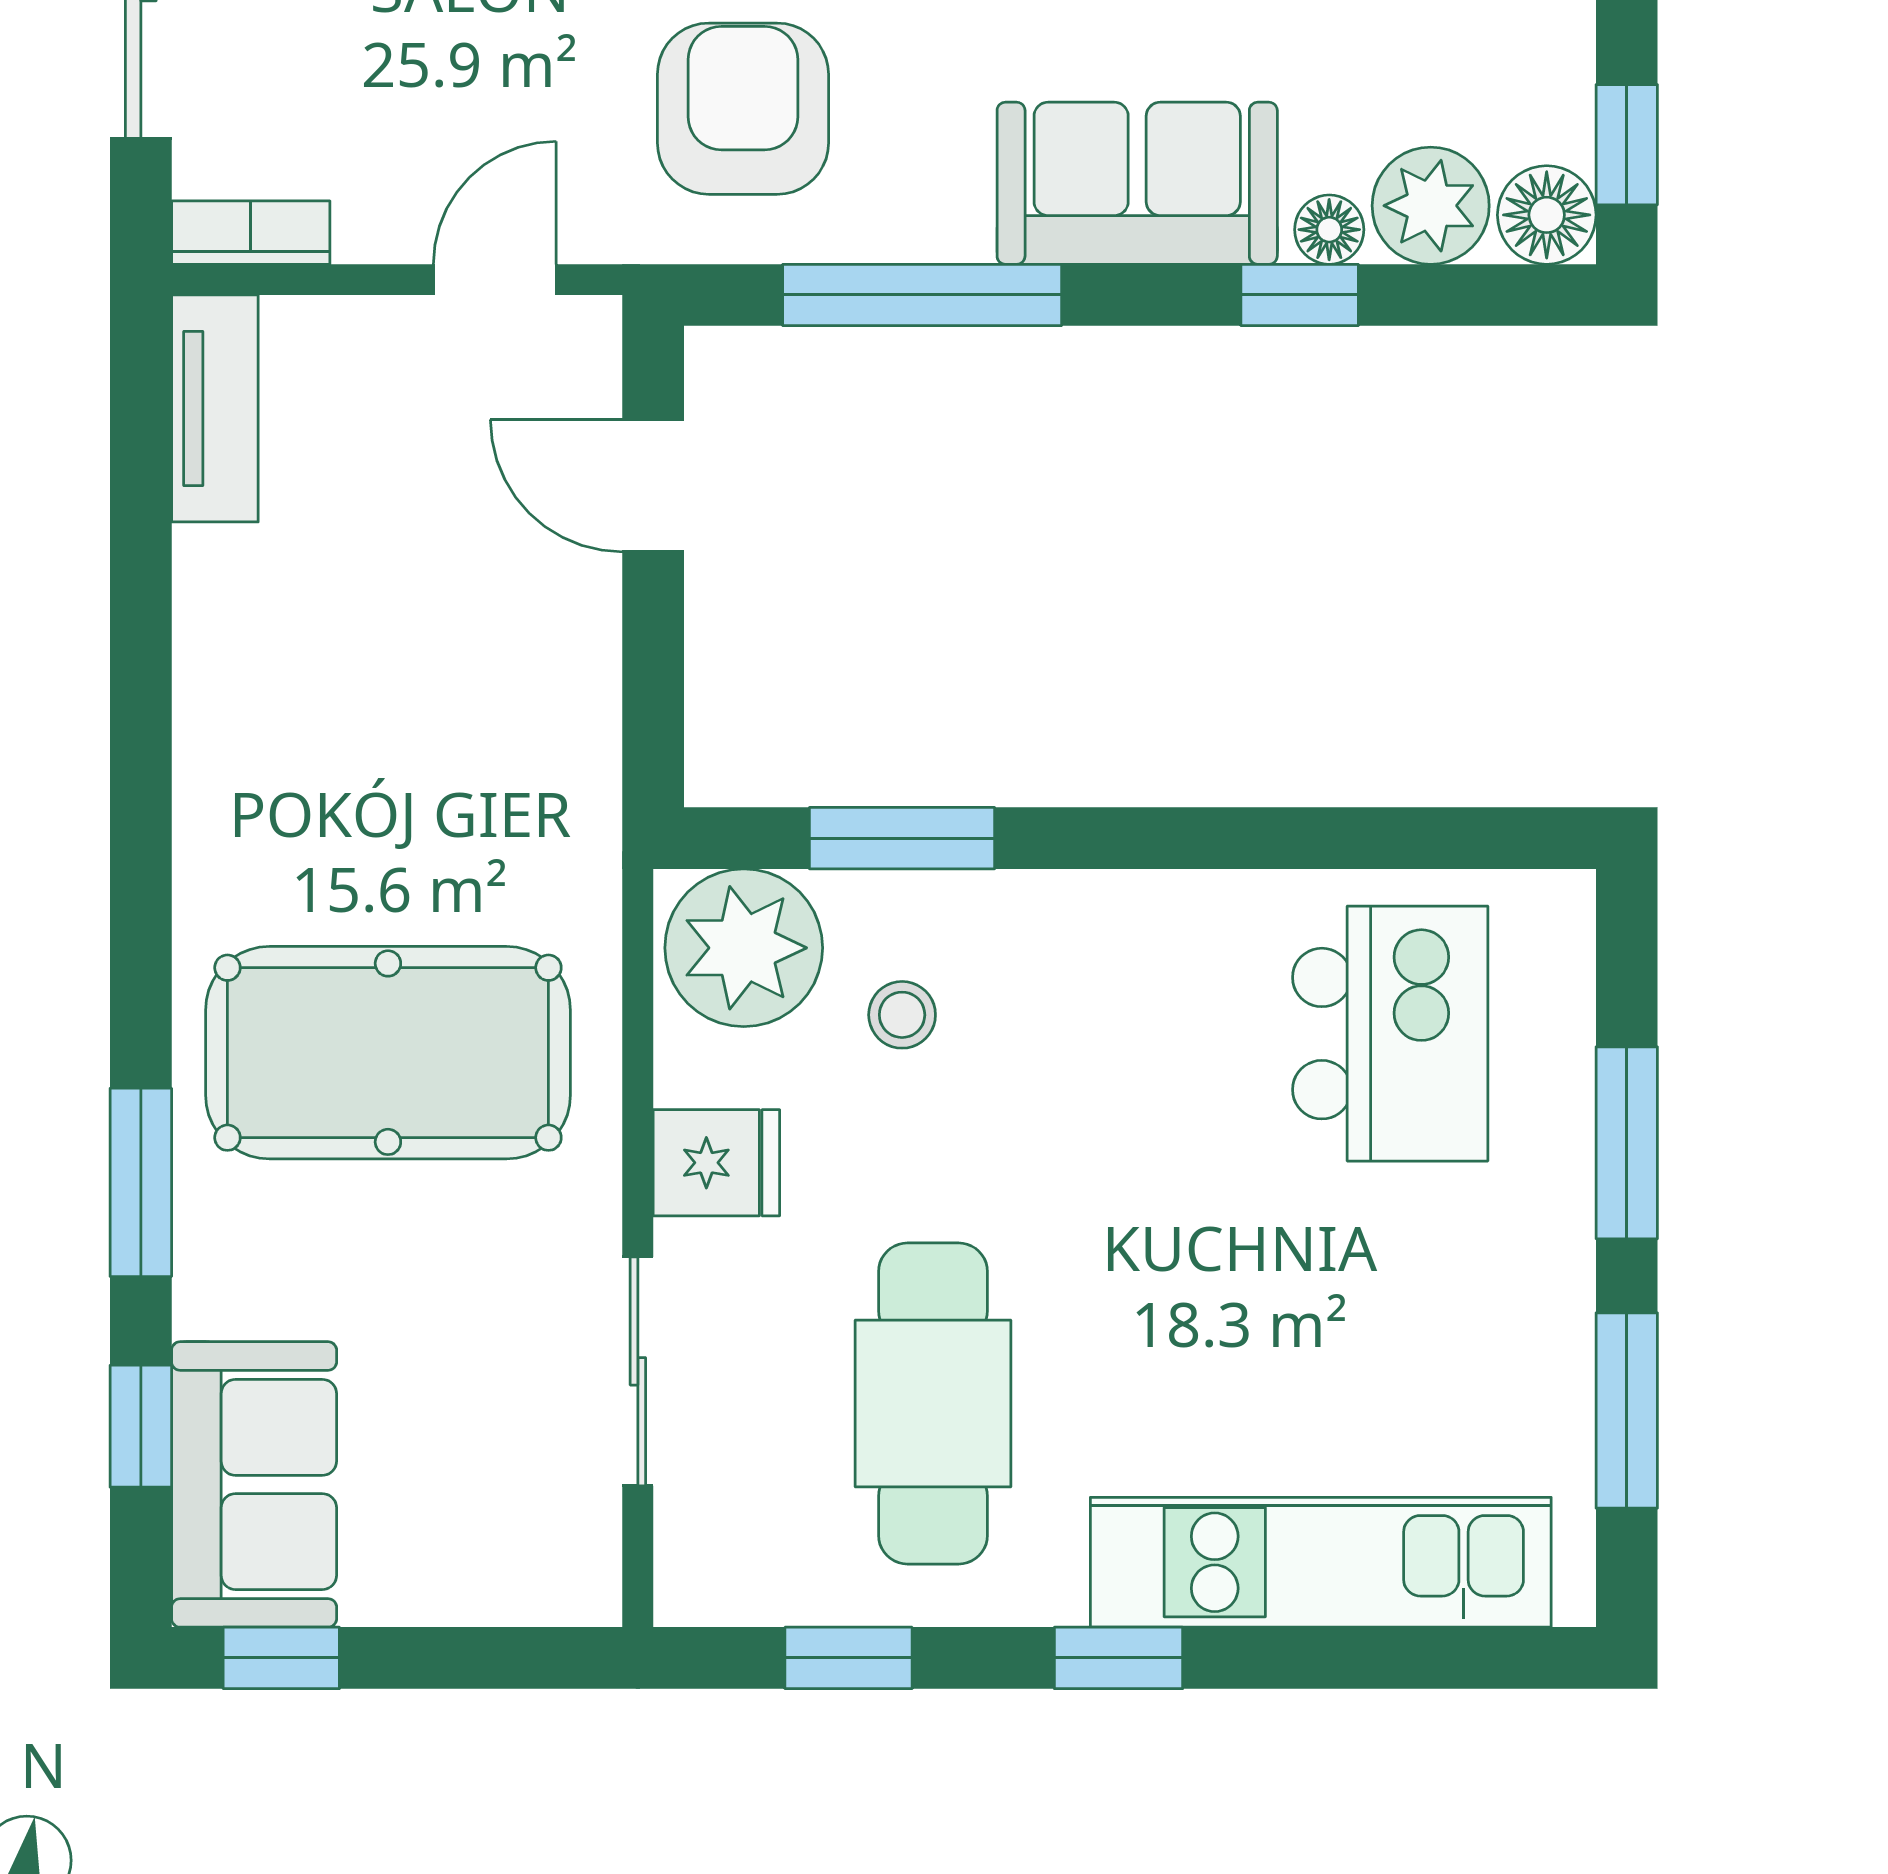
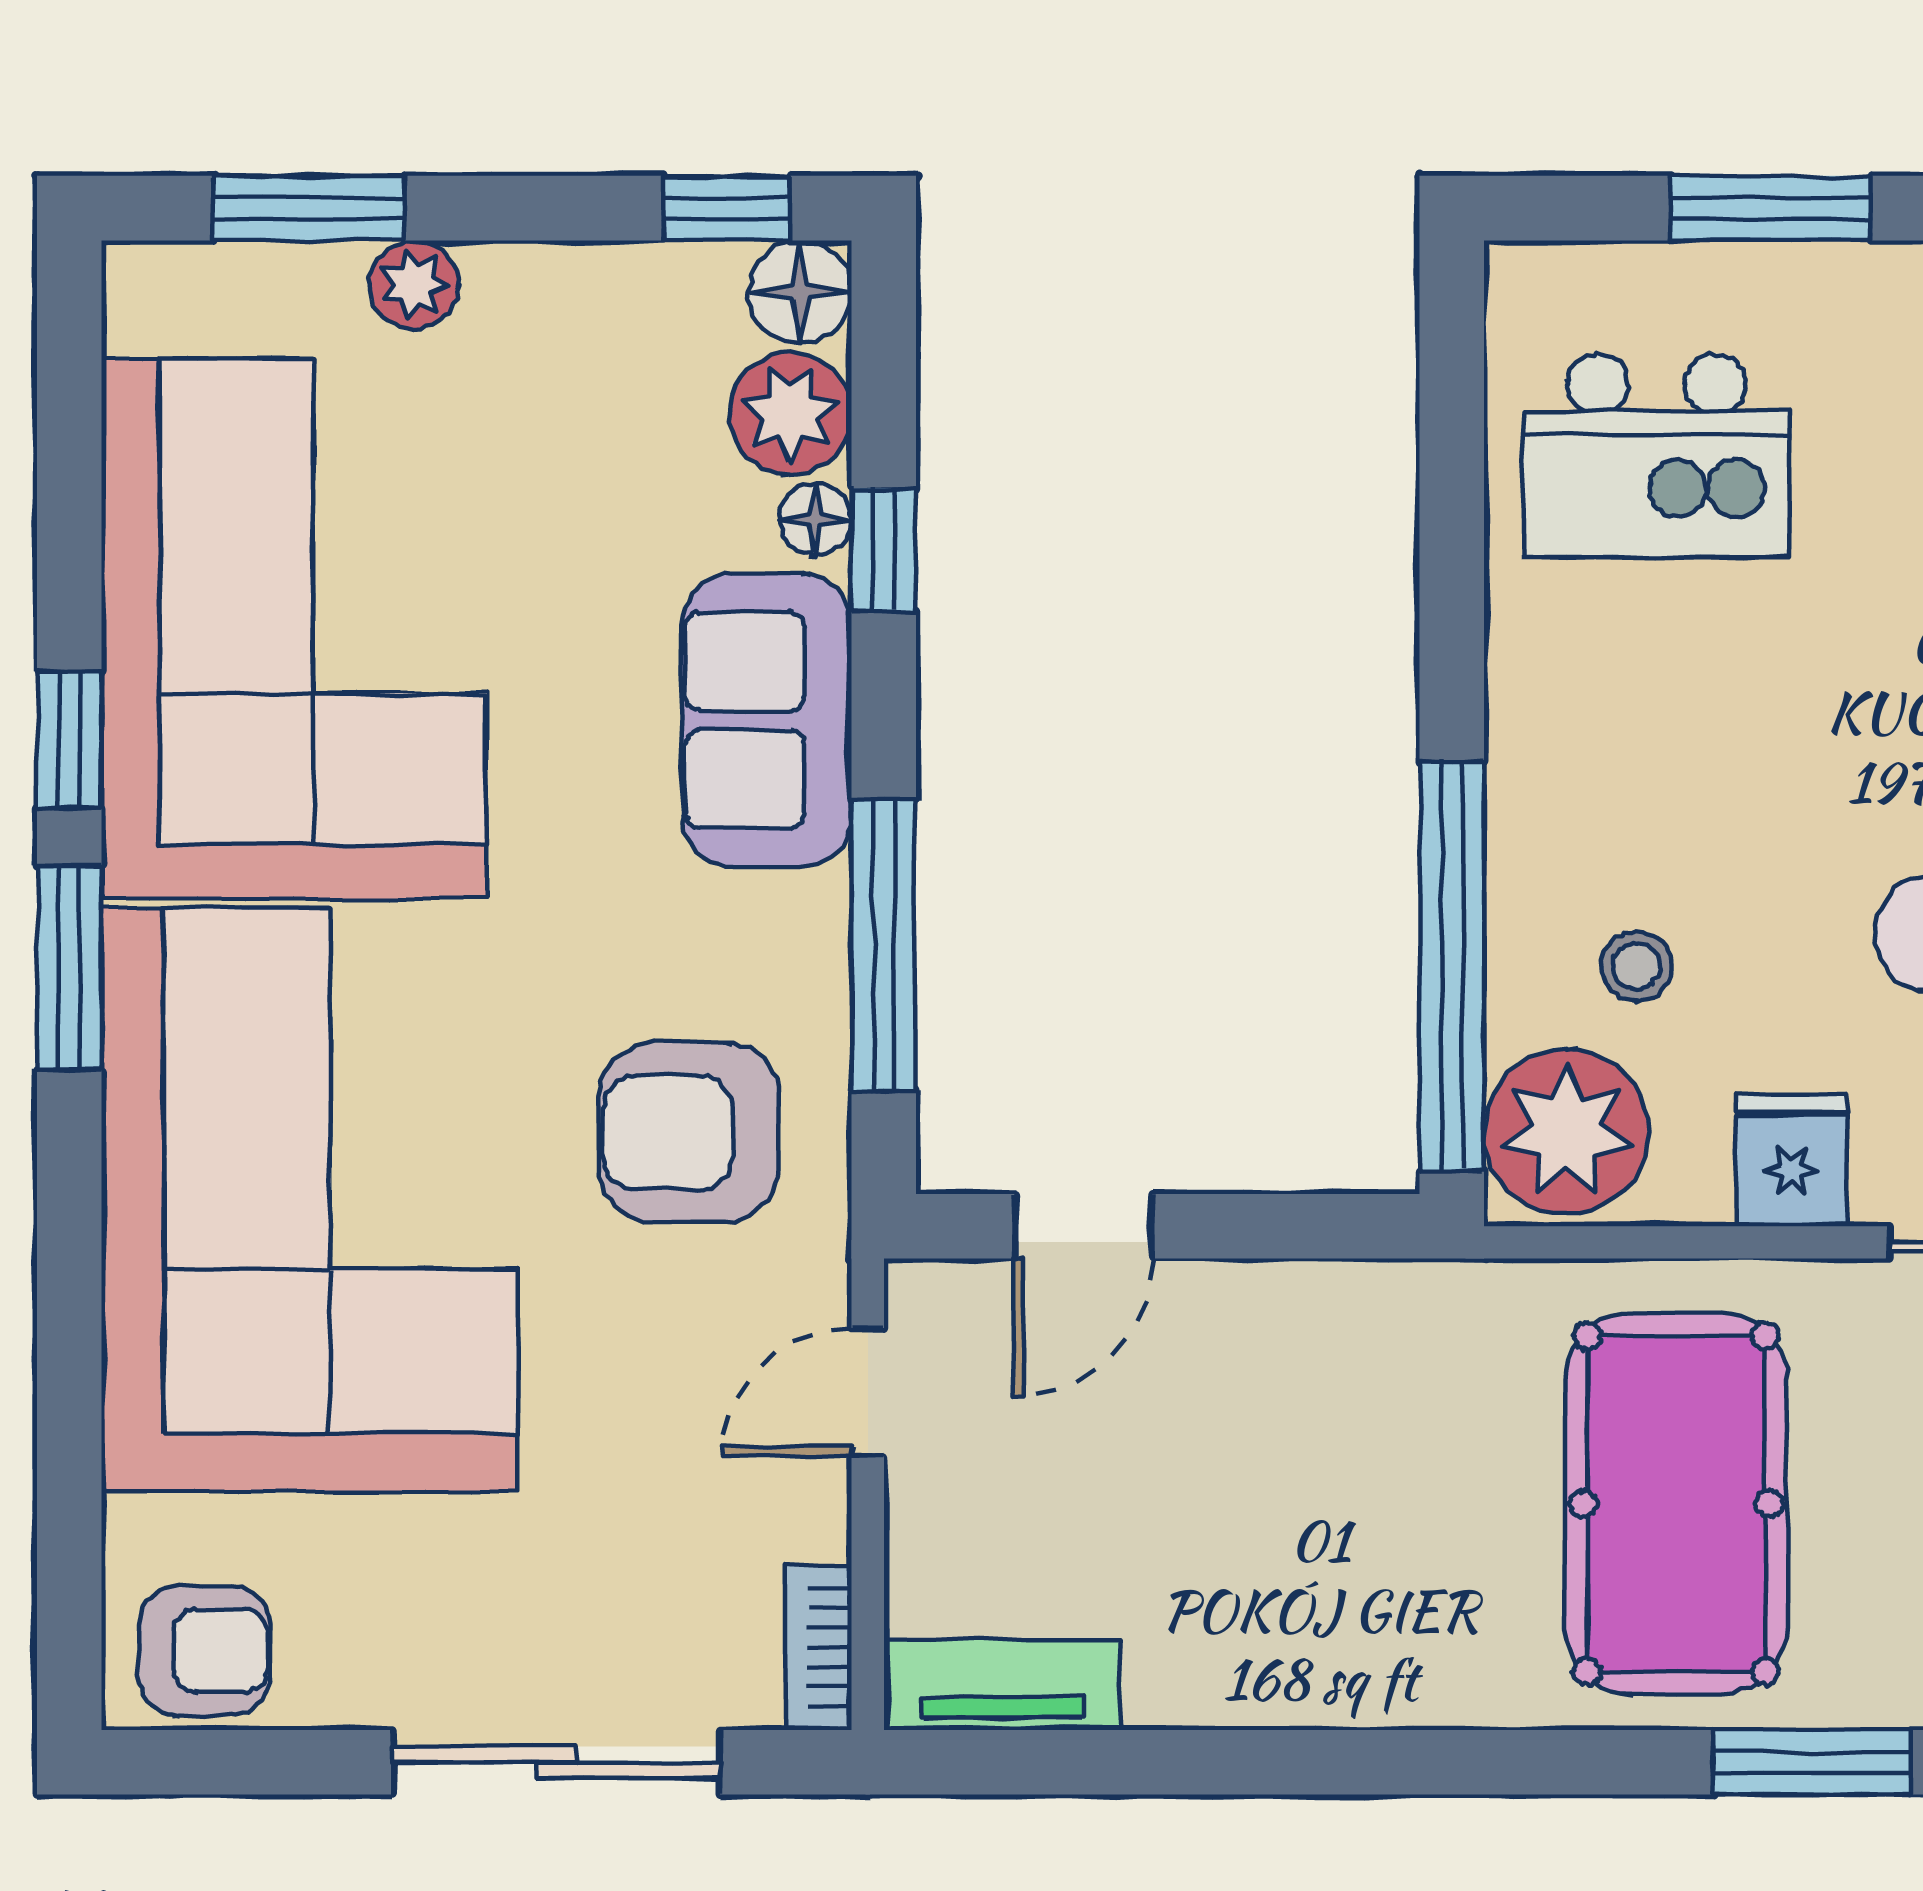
door: (495, 280) -> (868, 1392), hinge flipped
window: (902, 838) -> (1452, 966), width x2.11
kitchen island: (1390, 1034) -> (1656, 456), turned 180

